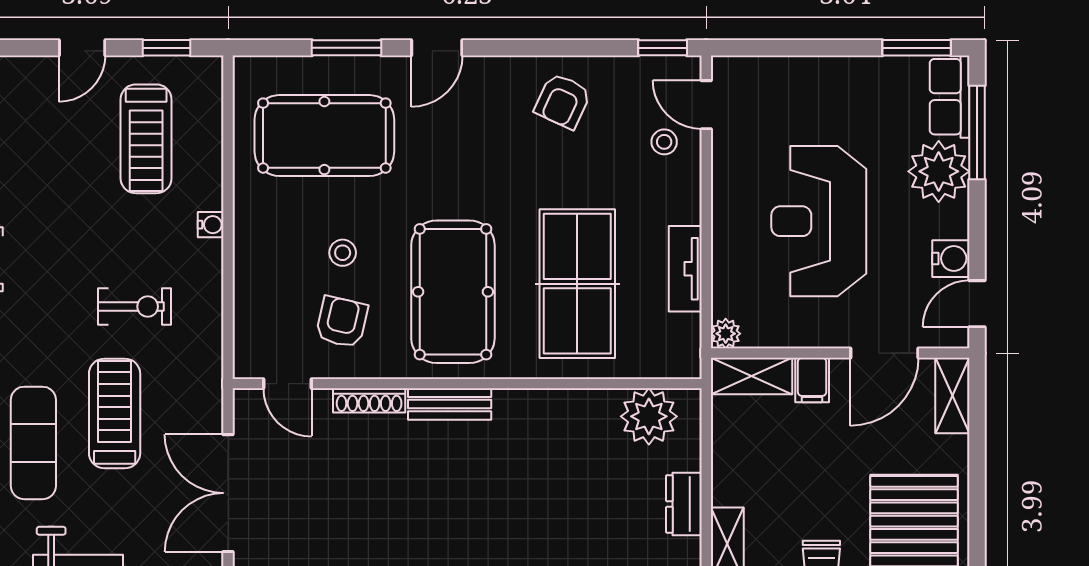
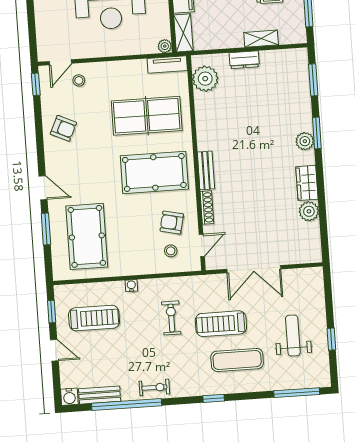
stool: (343, 253) -> (171, 251), moved
tv unit: (685, 269) -> (167, 65), moved

